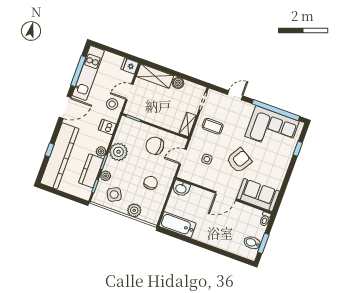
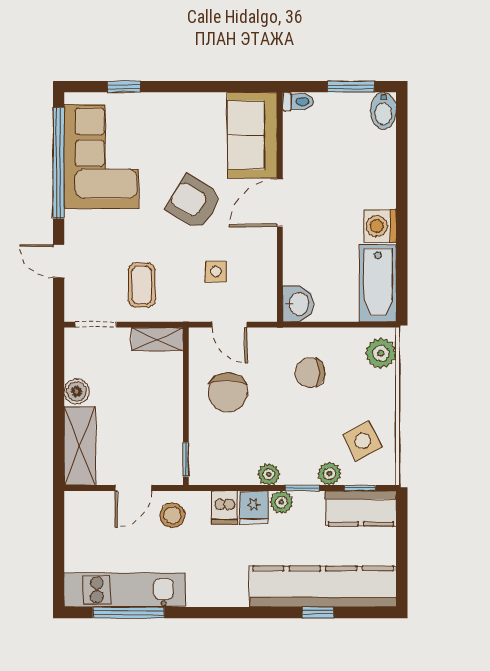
fridge: (130, 66) -> (254, 507), moved
door: (129, 92) -> (133, 488), hinge flipped
door: (65, 107) -> (216, 613), removed
plant: (118, 152) -> (269, 474), width x0.53, depth x0.53
kitchen counter: (91, 171) -> (361, 508), moved
door: (226, 196) -> (280, 203), swing flipped
plant: (134, 210) -> (381, 353), moved
washing machine: (201, 234) -> (380, 226), added
bidet: (252, 243) -> (383, 111), moved

